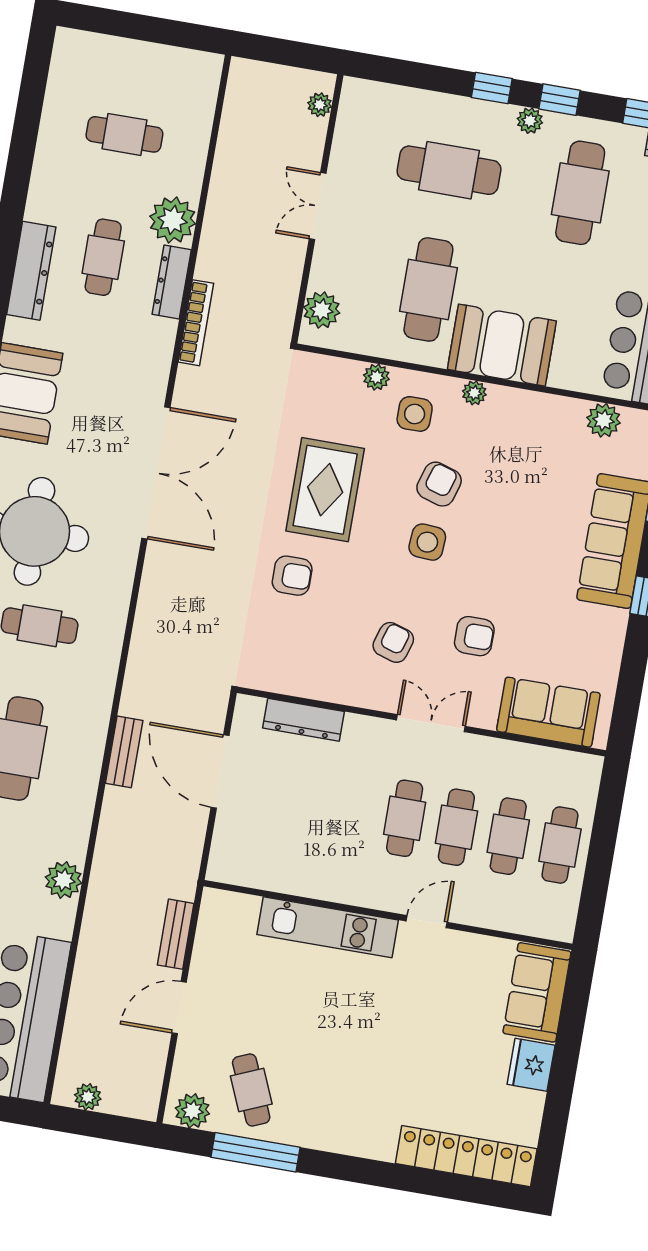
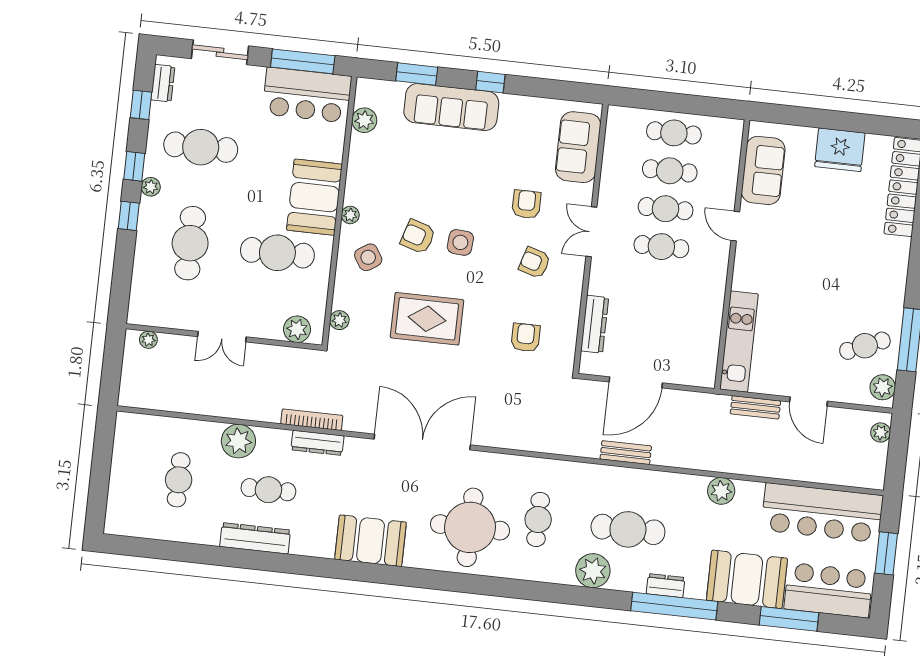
dresser: (31, 271) -> (255, 538), moved
dresser: (172, 282) -> (317, 443), moved
plant: (376, 377) -> (339, 320), moved
side table: (415, 414) -> (368, 257), turned -33
armchair: (292, 576) -> (525, 338), moved
kitchen unit: (328, 927) -> (739, 342), moved
sofa: (537, 992) -> (763, 170), moved, turned -90
fridge: (531, 1065) -> (840, 150), width x1.36, depth x1.34
plant: (88, 1097) -> (881, 432), moved

